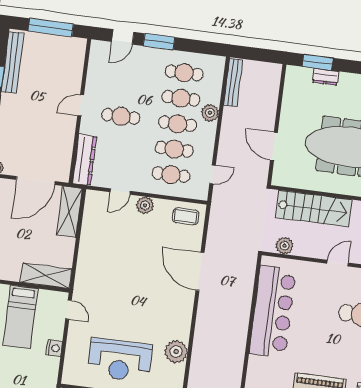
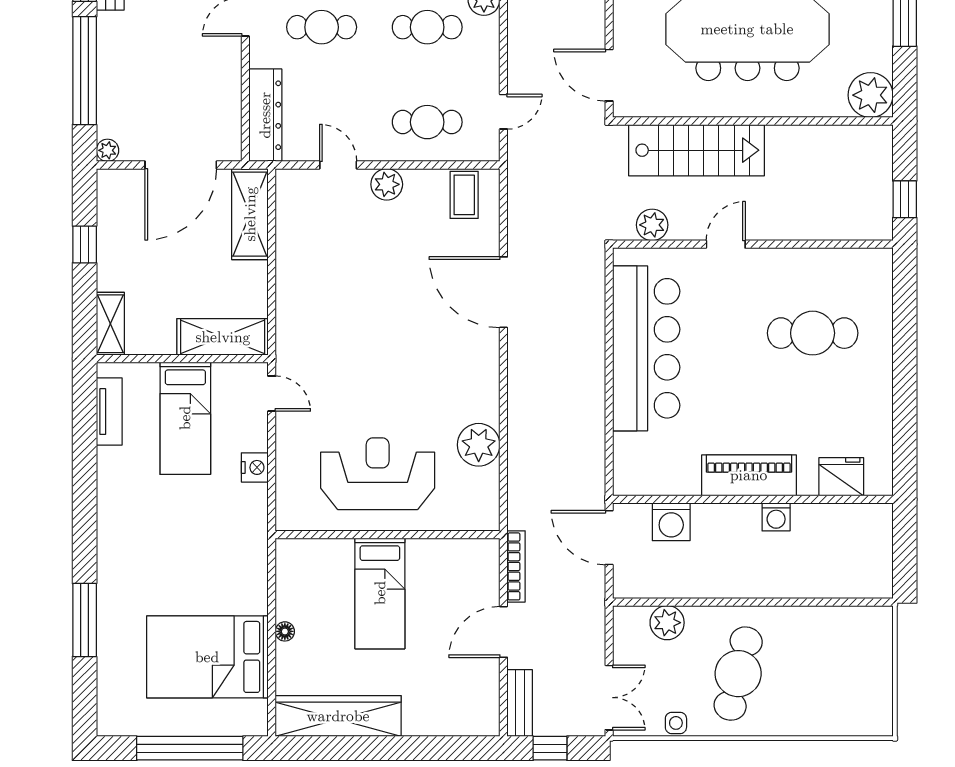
door: (274, 146) -> (609, 75), moved
cafe table: (174, 149) -> (427, 75), removed
door: (120, 192) -> (338, 165), swing flipped
coffee table: (186, 216) -> (464, 195), turned 90
door: (338, 263) -> (726, 244), moved
reception desk: (120, 360) -> (378, 474), turned 180

